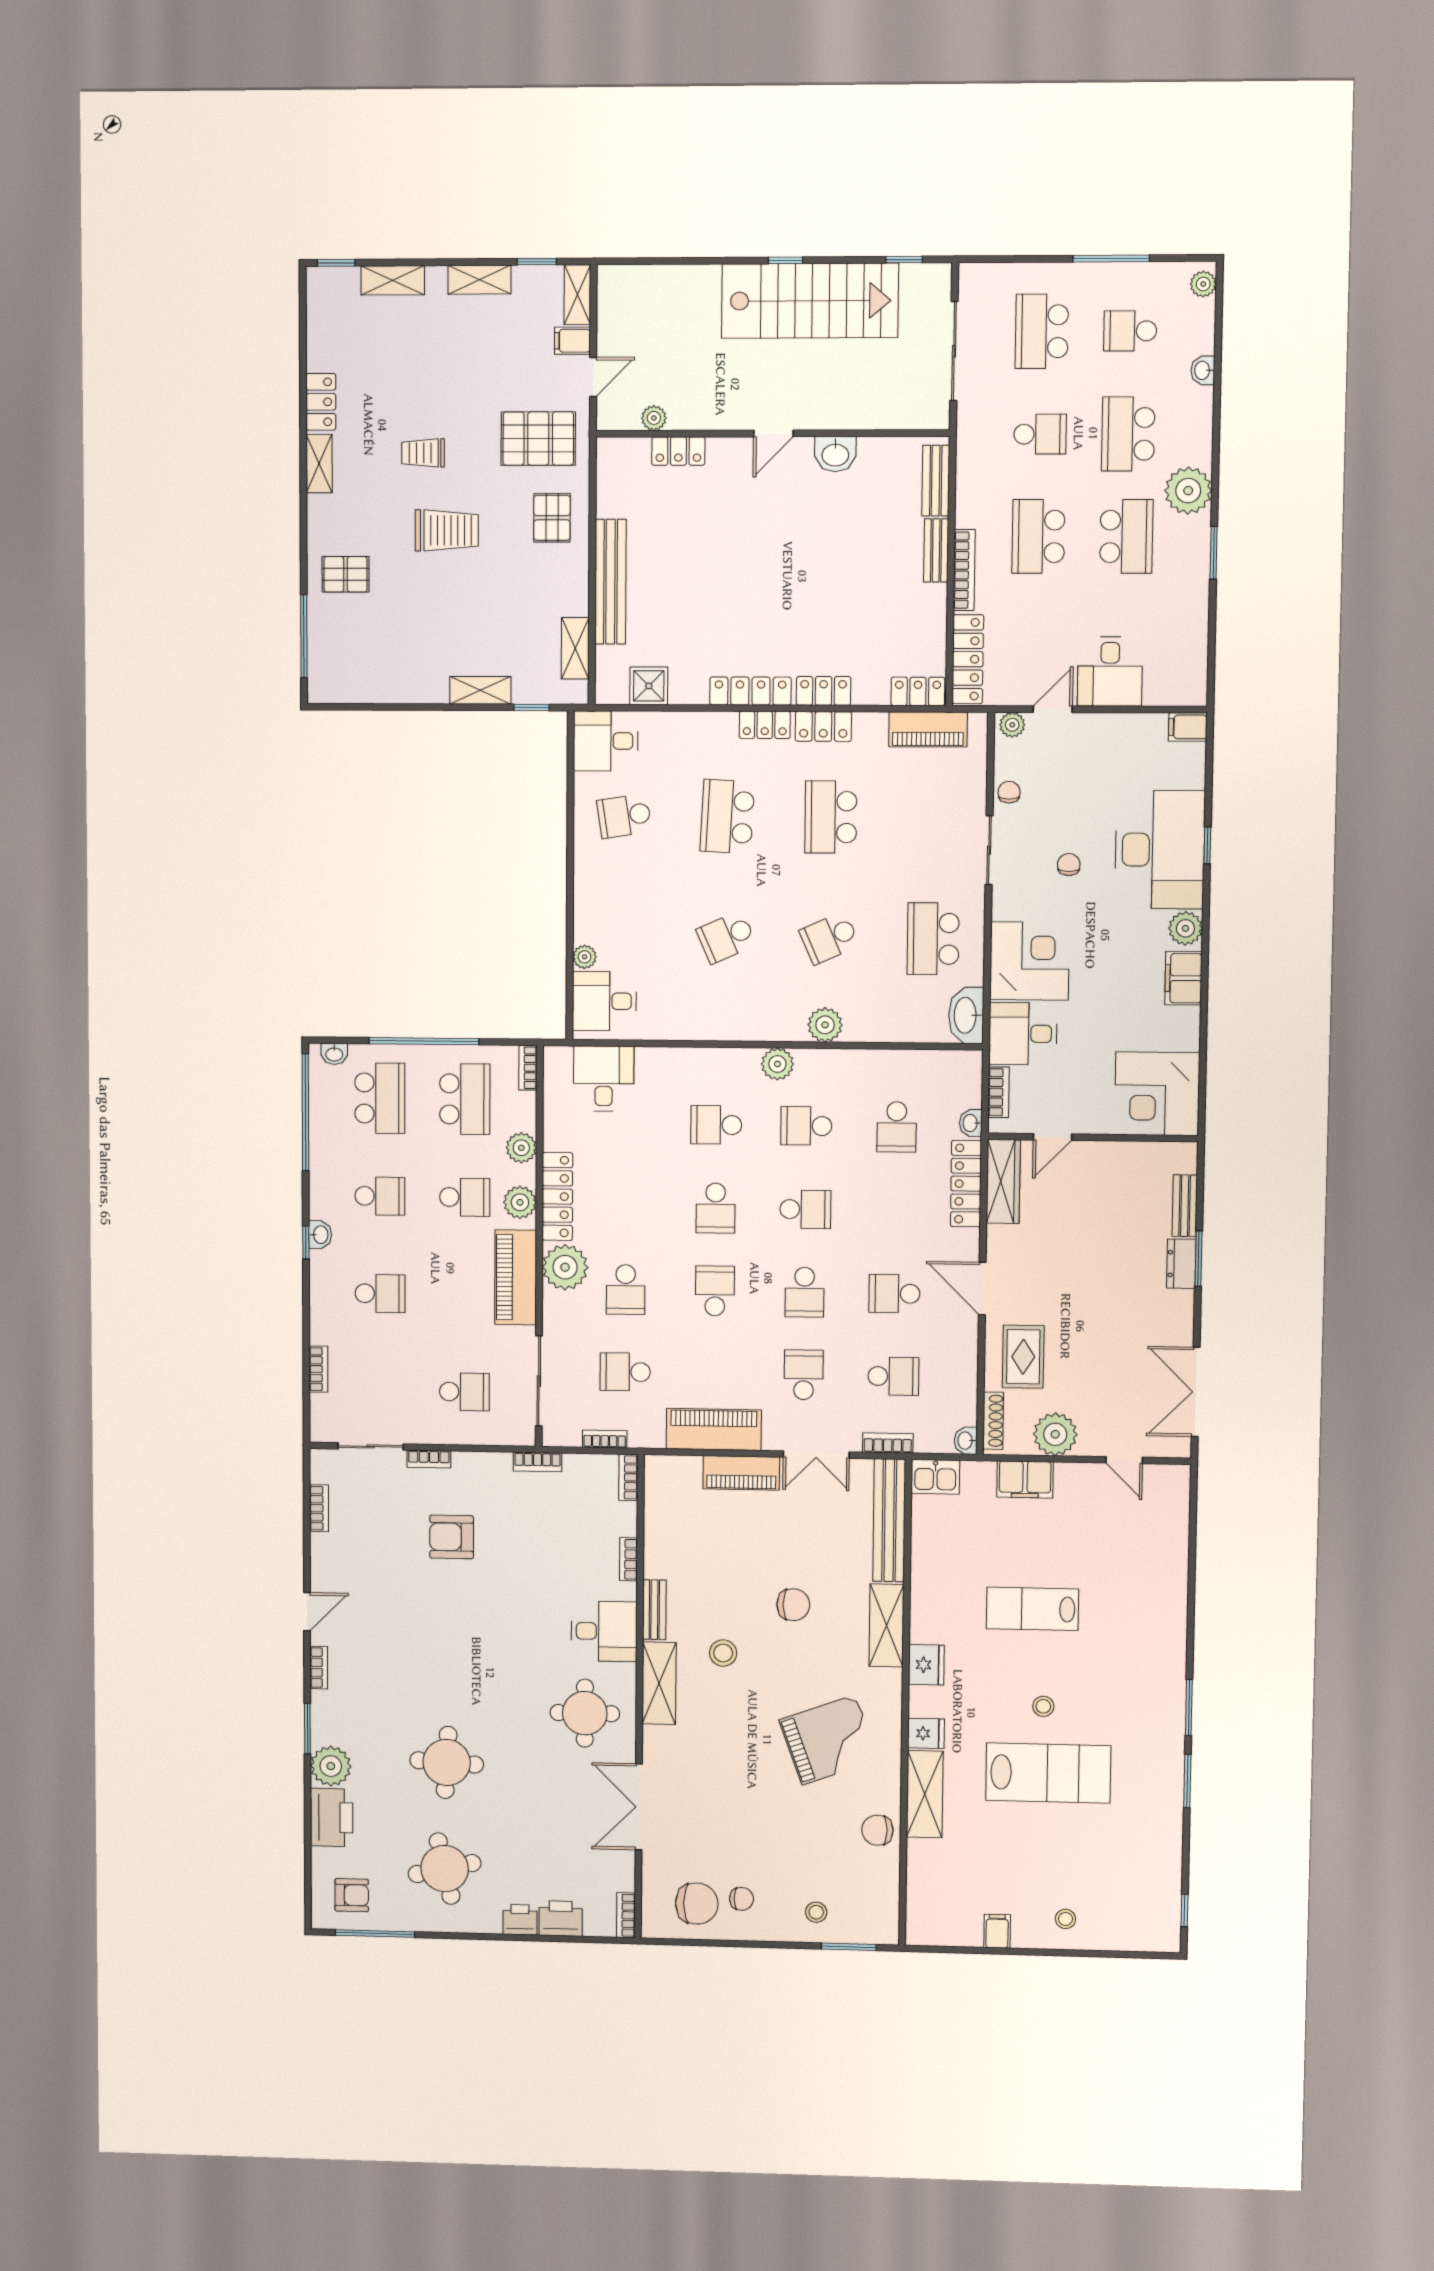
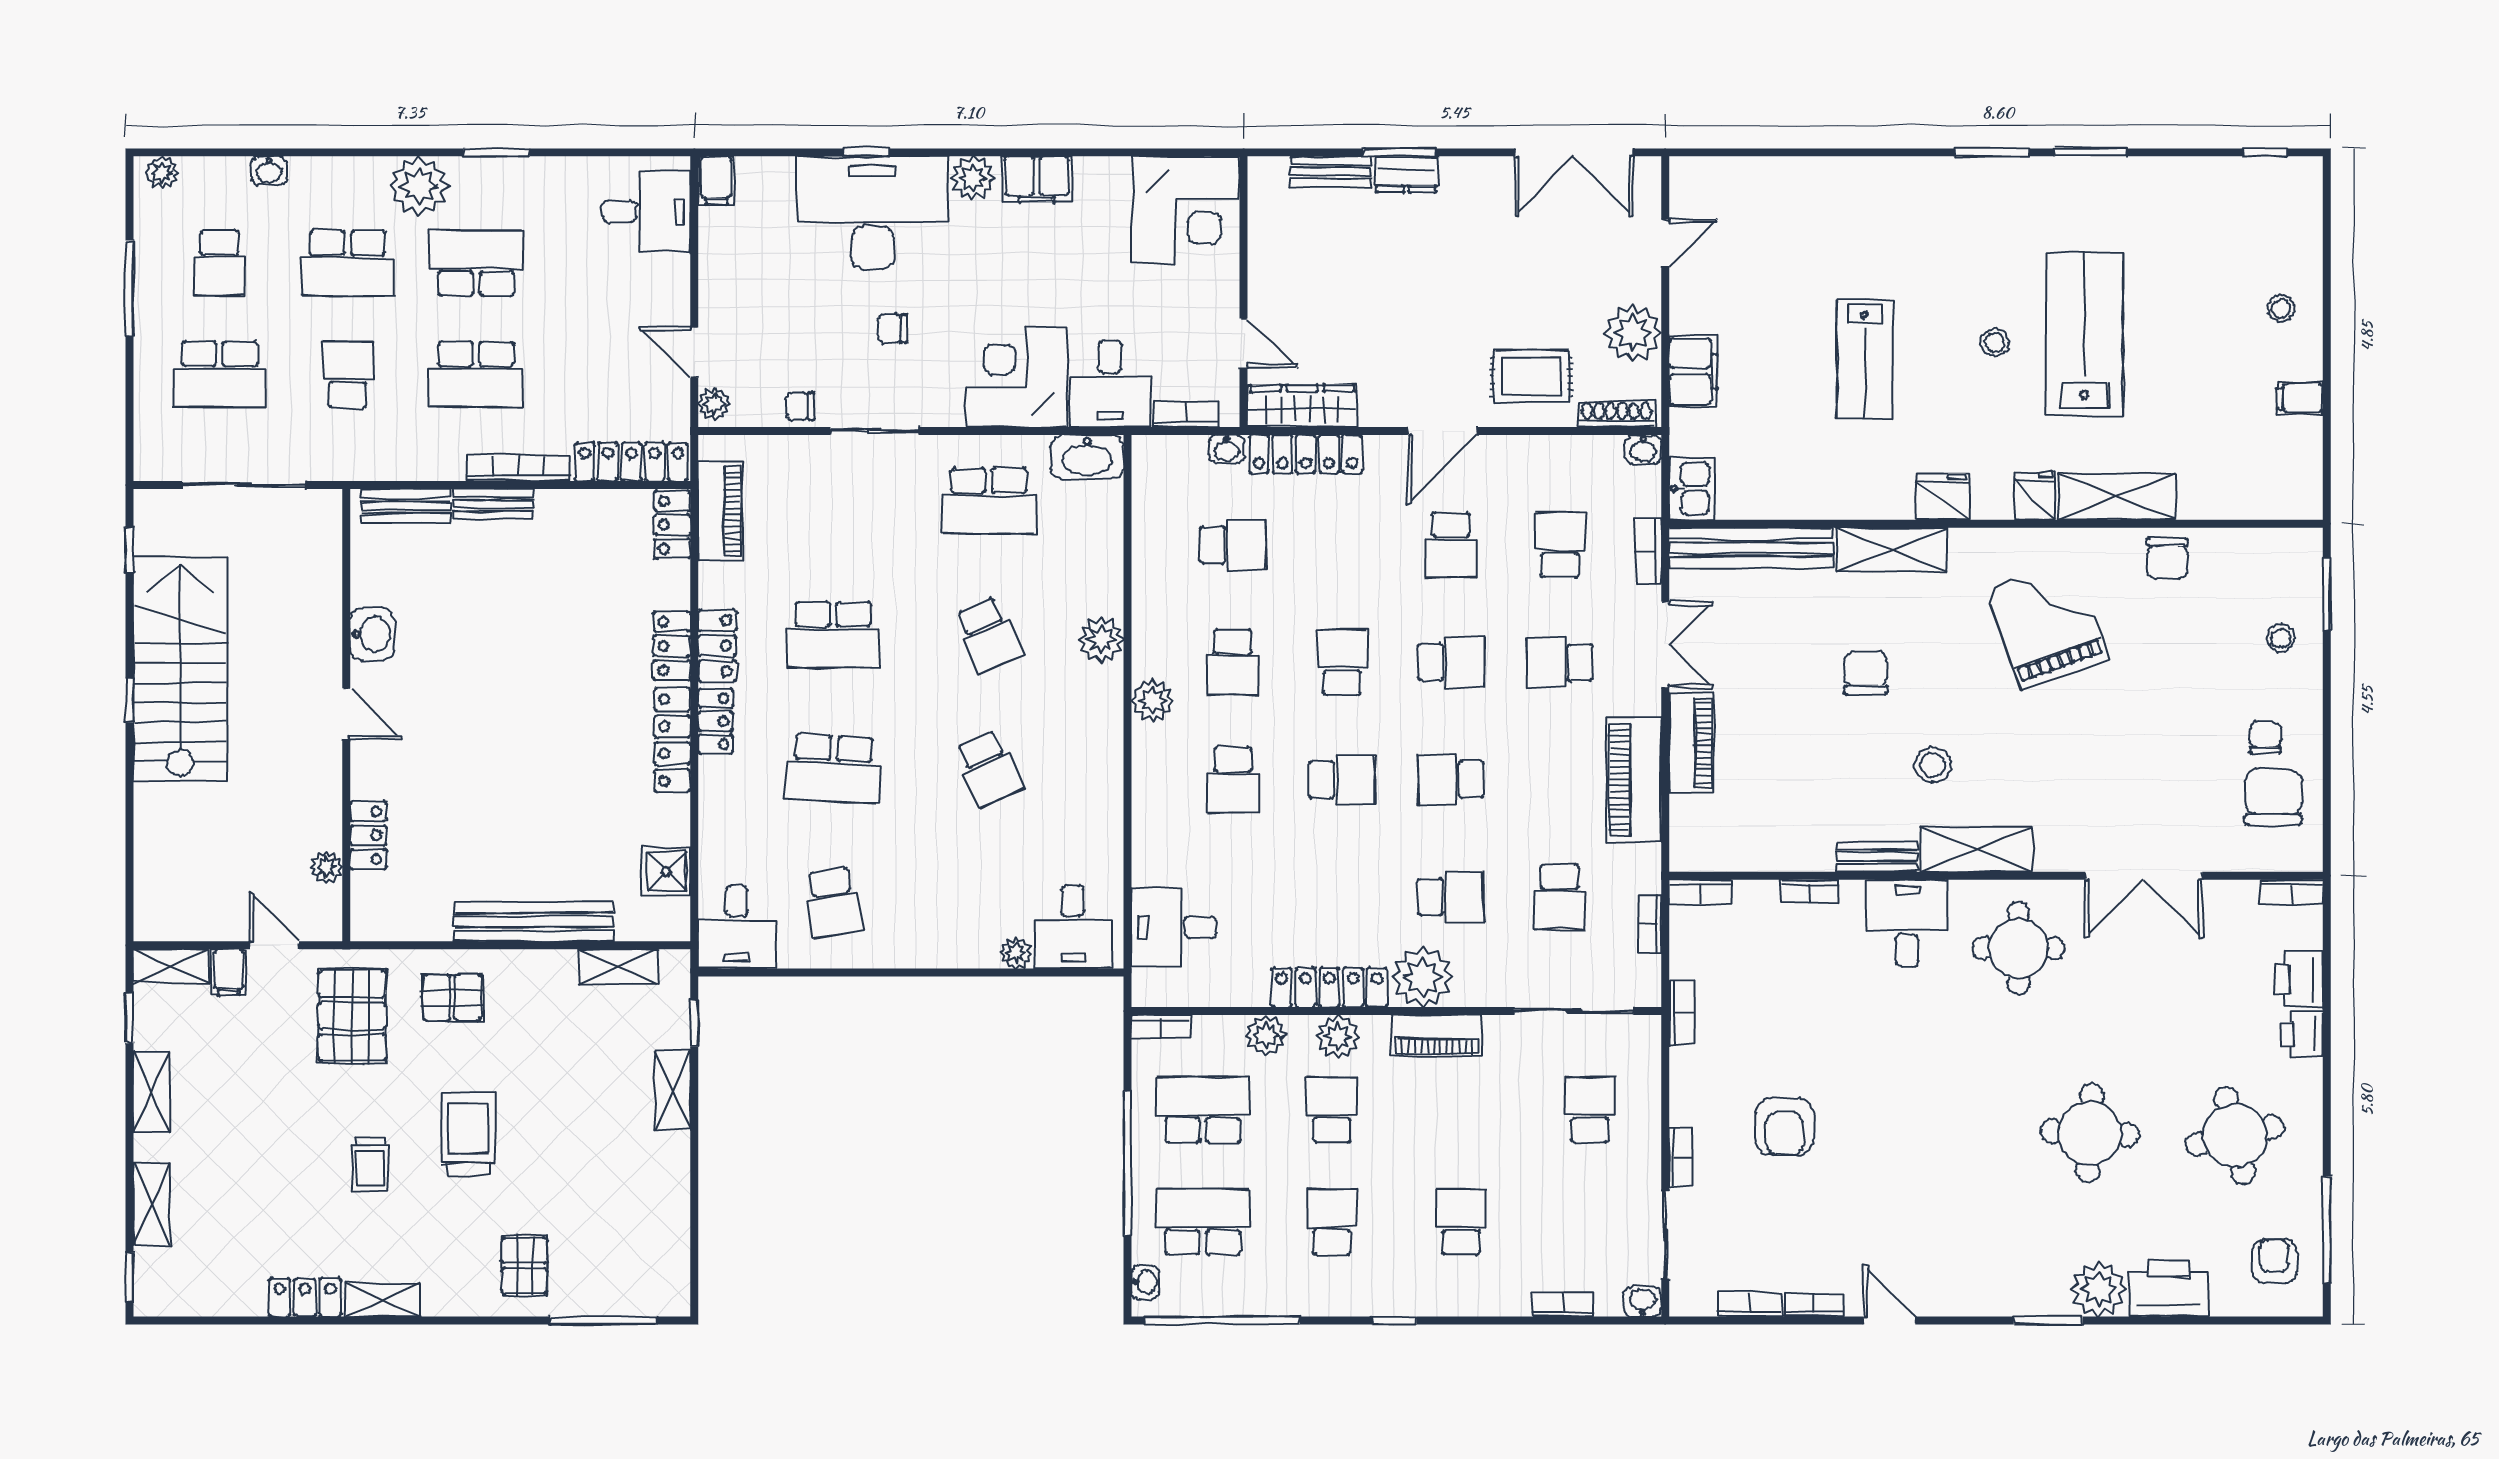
desk: (1110, 672) -> (646, 212), moved
washbasin: (320, 1235) -> (1643, 1302), moved
piano: (516, 1277) -> (1437, 1036), width x0.73, depth x0.75
bookcase: (319, 1668) -> (1813, 1305), moved

